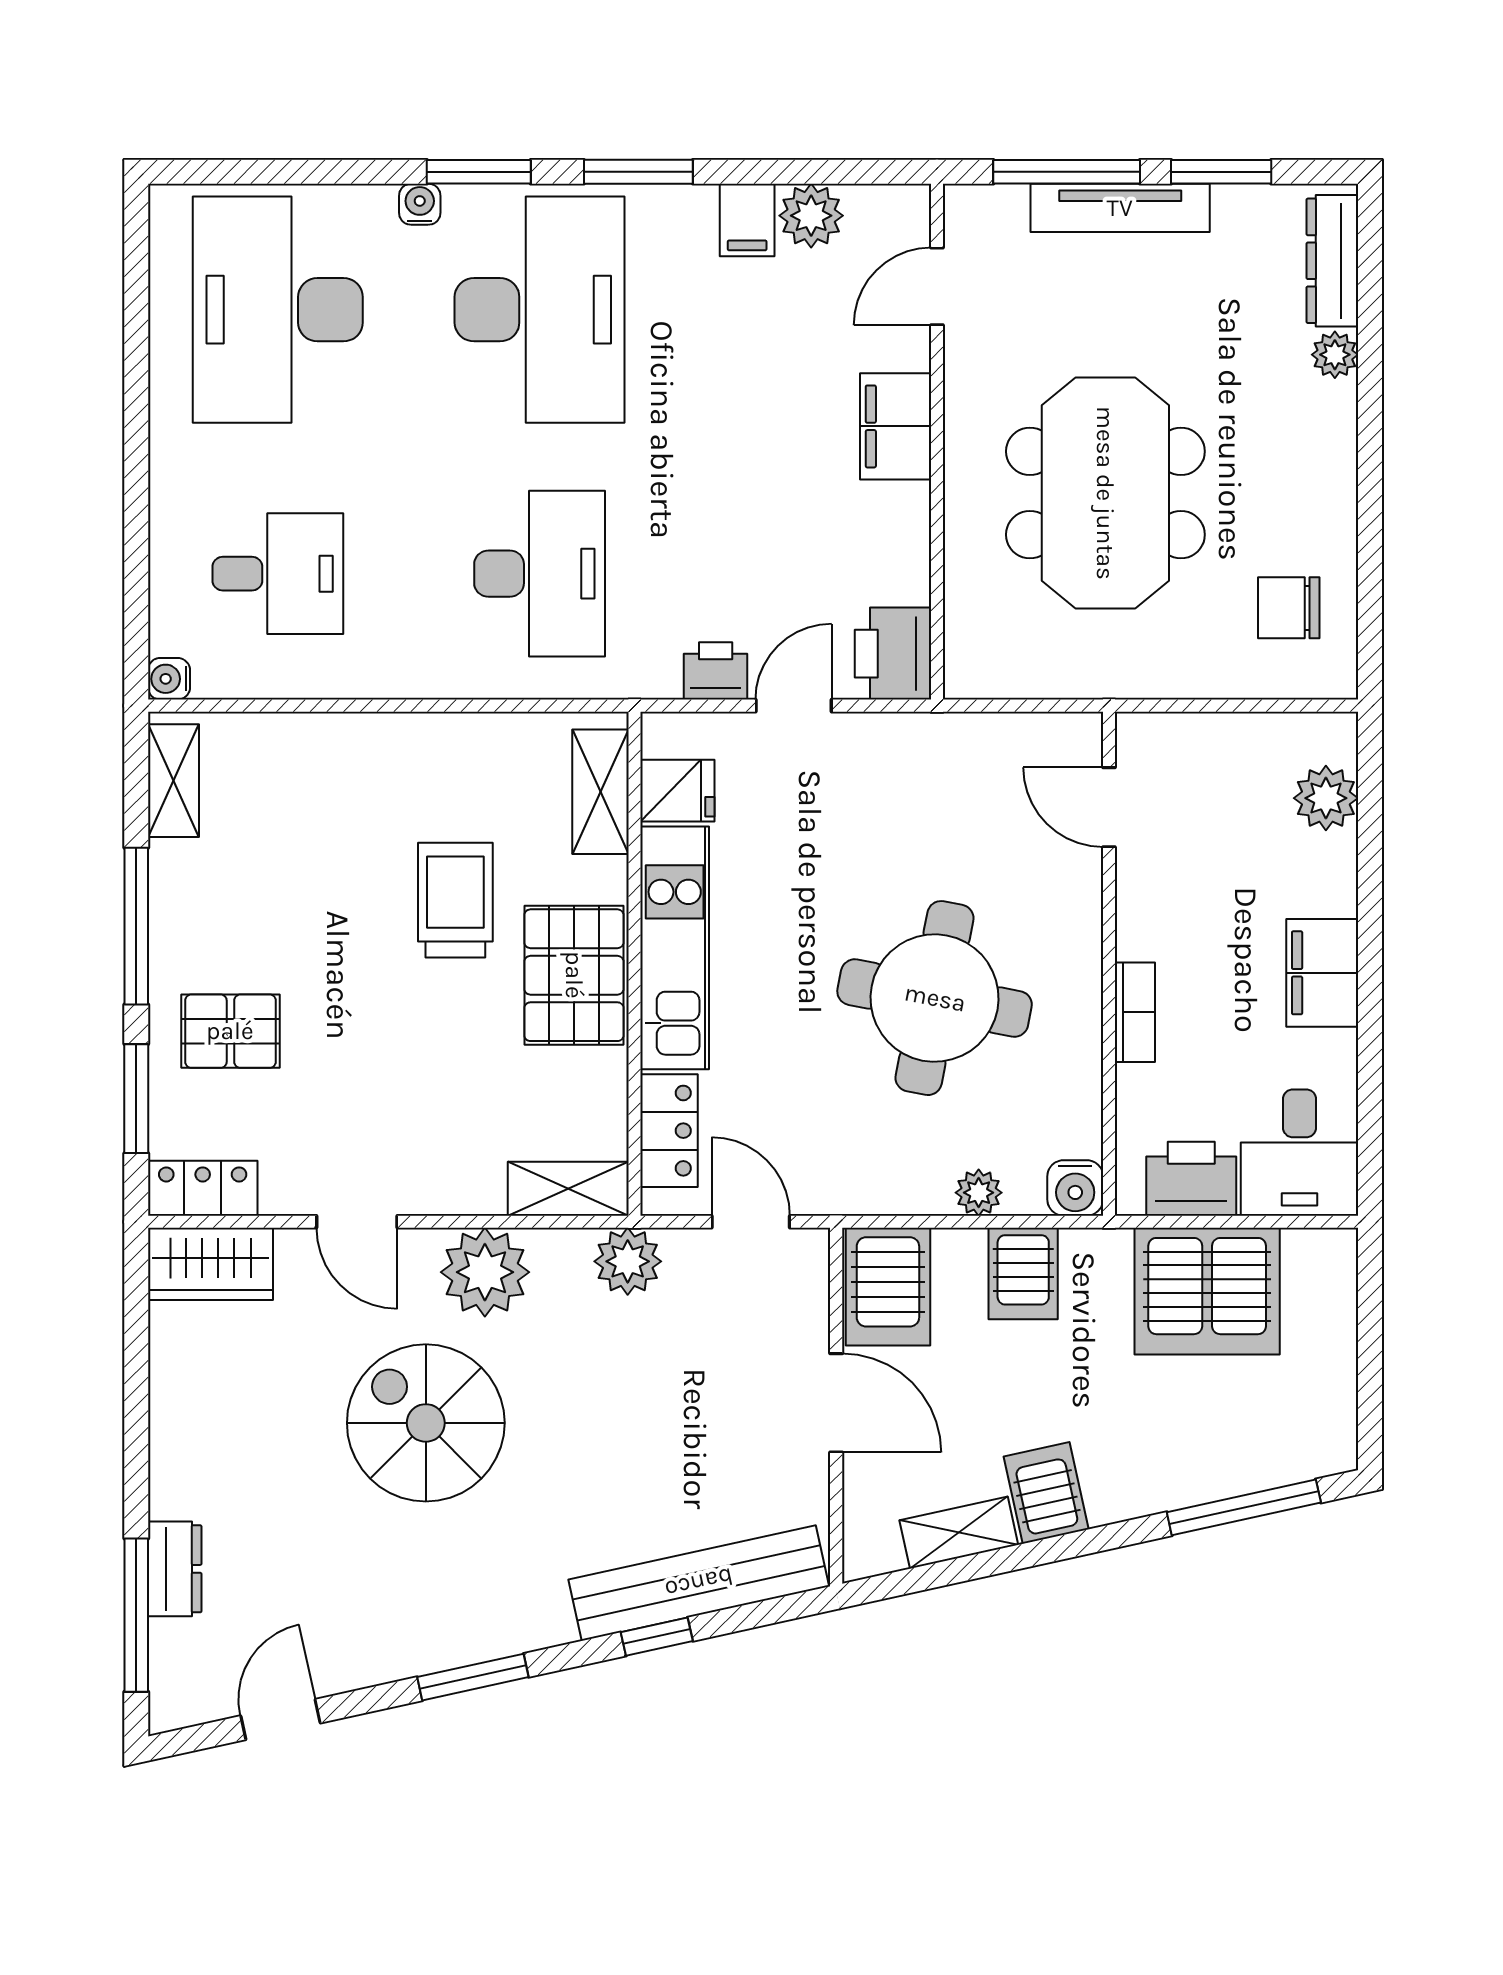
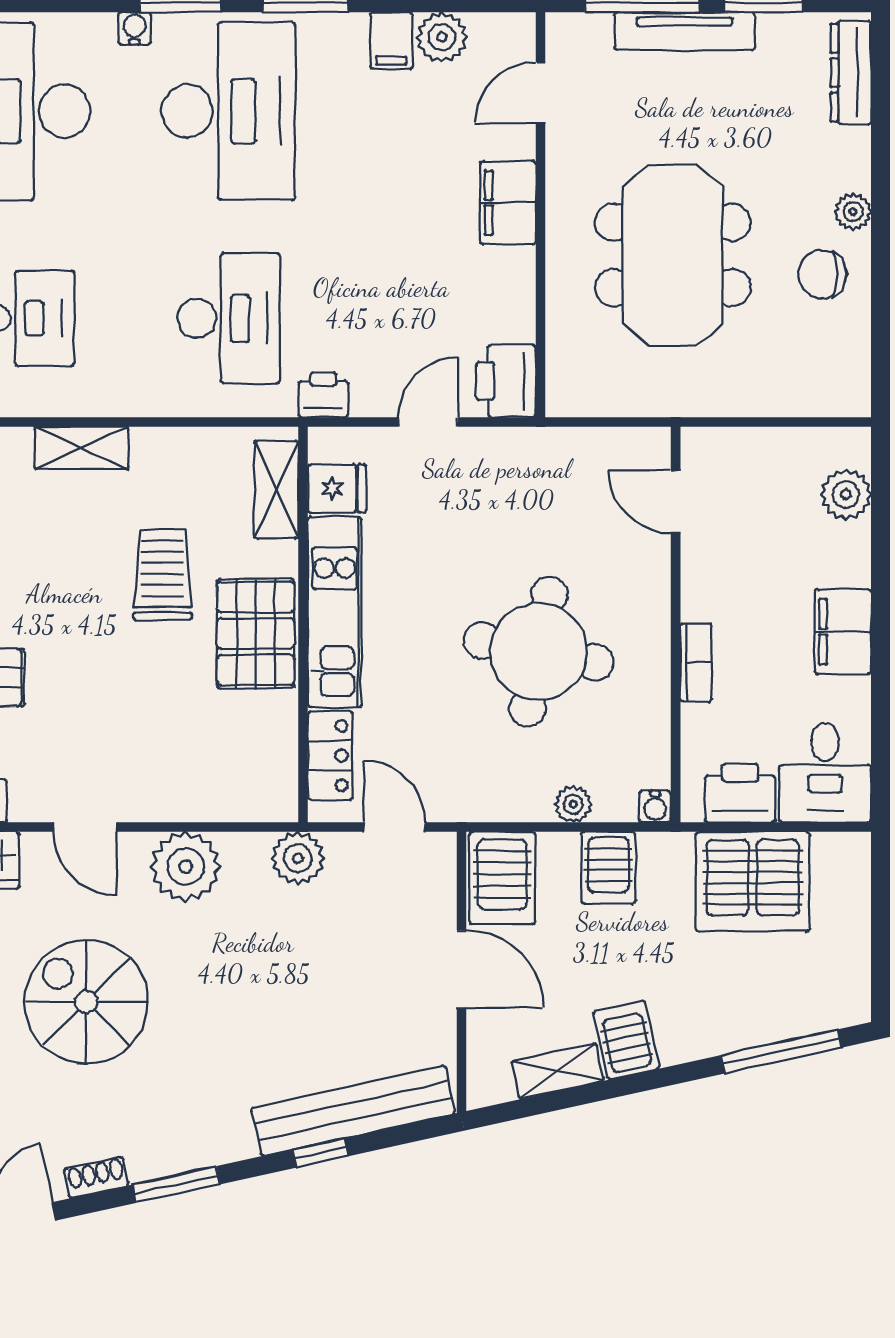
plant: (1335, 355) -> (853, 212), moved
chair: (1289, 608) -> (823, 274), moved
printer: (716, 671) -> (323, 395), moved
water cooler: (1075, 1188) -> (655, 807), width x0.72, depth x0.72
shelving: (568, 1189) -> (81, 448), moved
spiral stairs: (426, 1423) -> (86, 1002), moved
shoe rack: (371, 1668) -> (96, 1177), added

